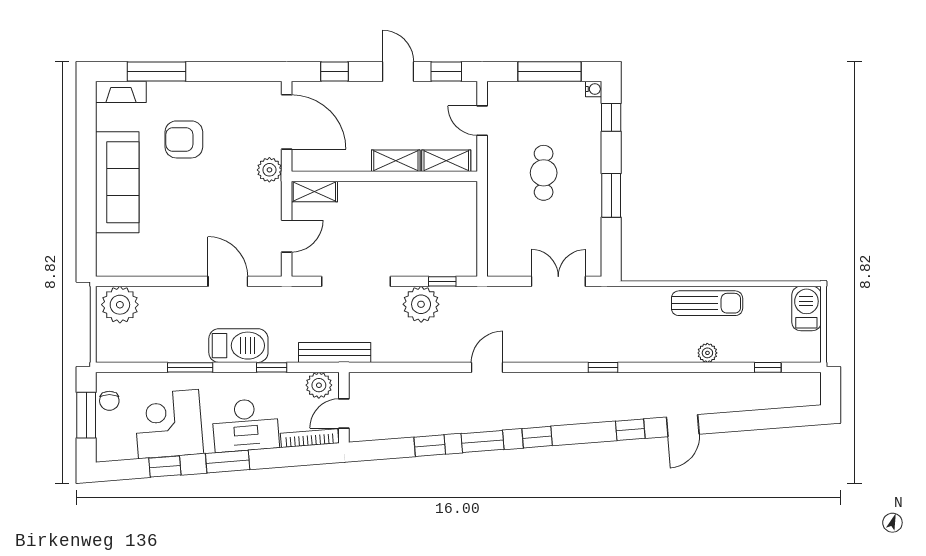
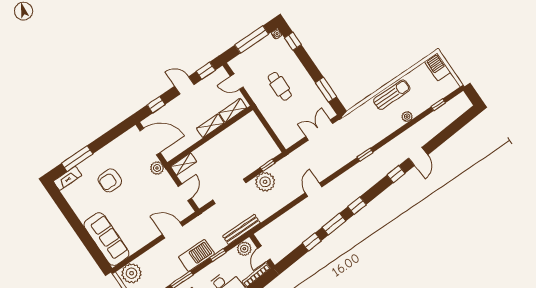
sofa: (117, 182) -> (106, 239), moved
window: (611, 195) -> (326, 90), moved

